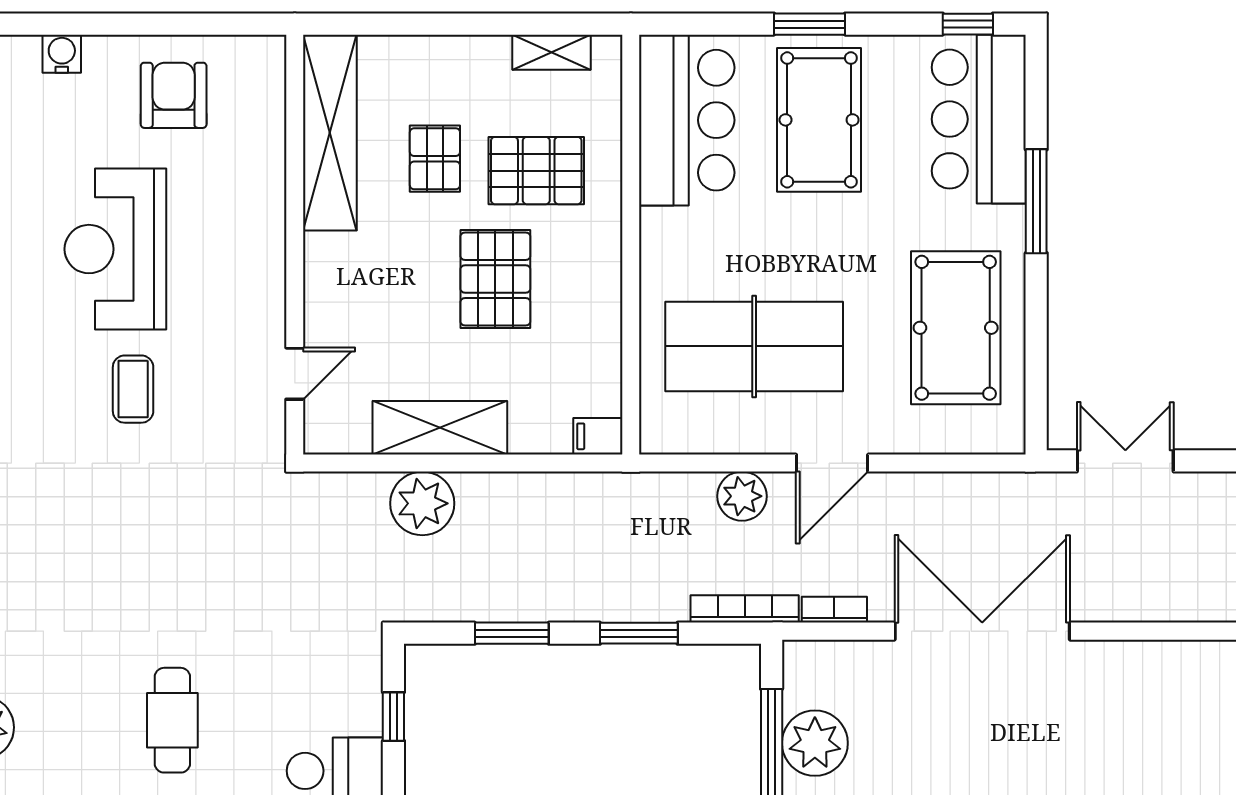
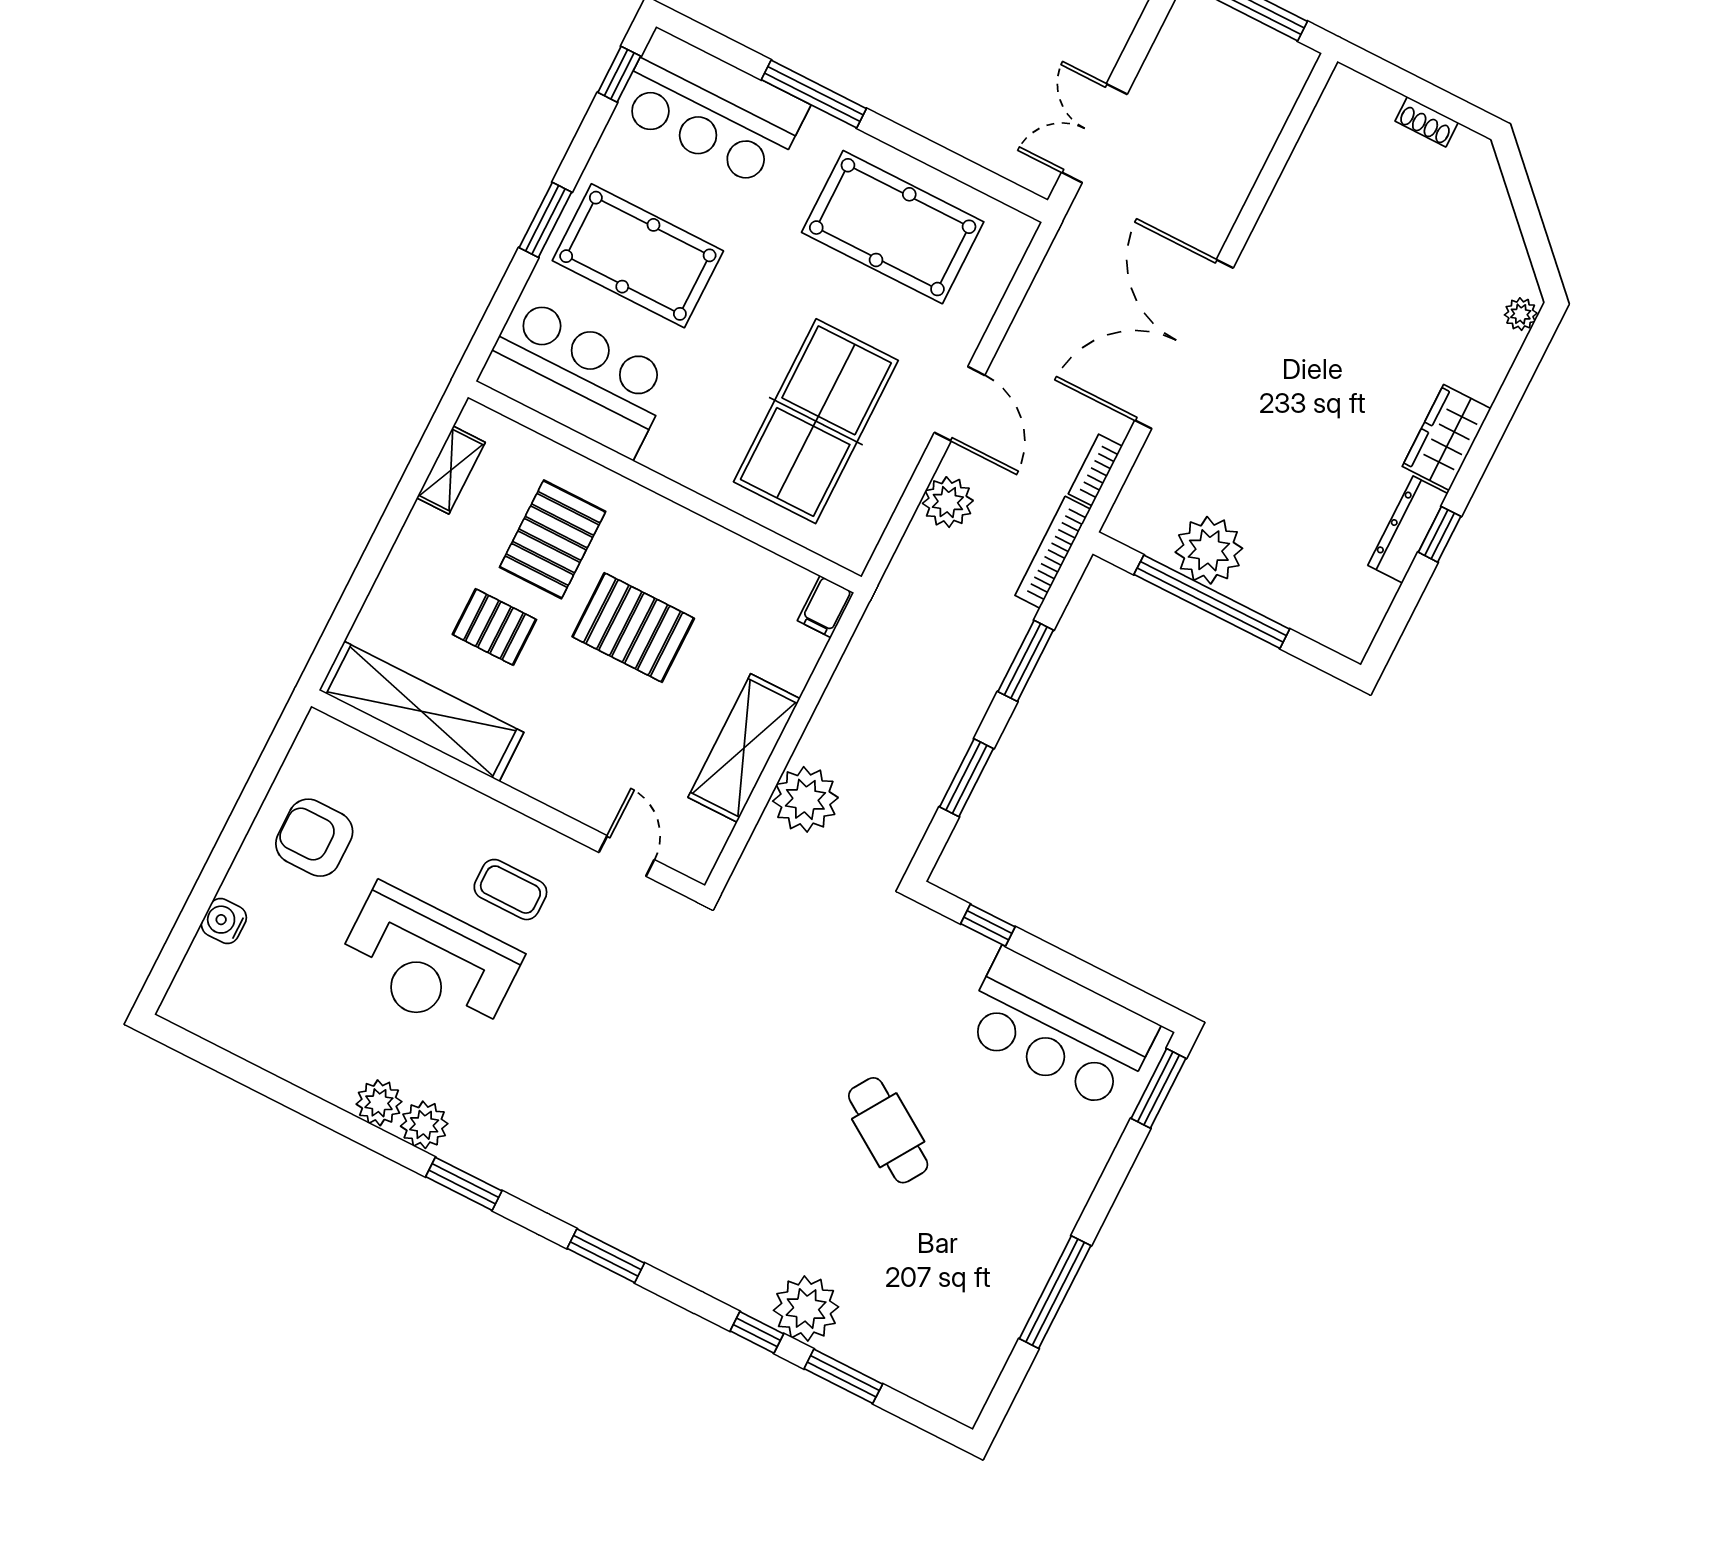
coffee table: (133, 389) -> (510, 890), moved
cafe table: (172, 720) -> (888, 1130), turned 33

